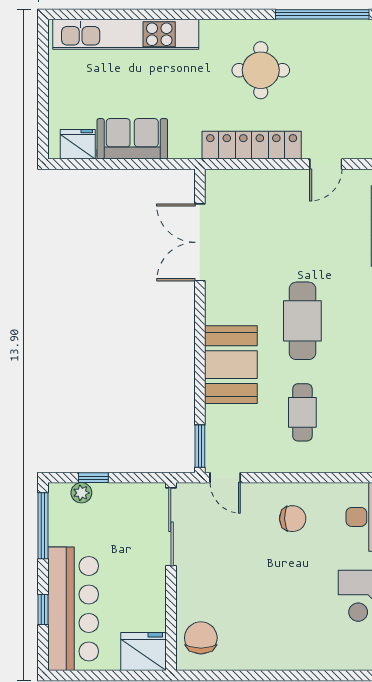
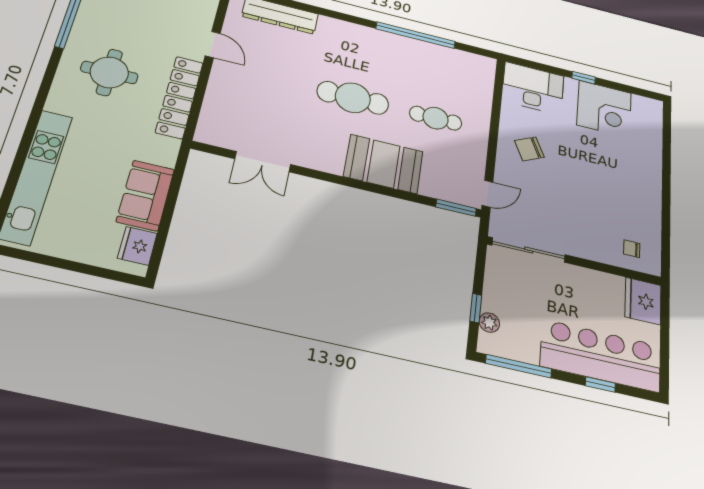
double door: (200, 242) -> (263, 162), width x0.73
chair: (293, 519) -> (529, 149), turned -115
chair: (201, 638) -> (632, 249), width x0.54, depth x0.54

